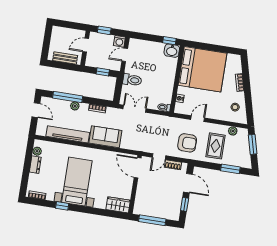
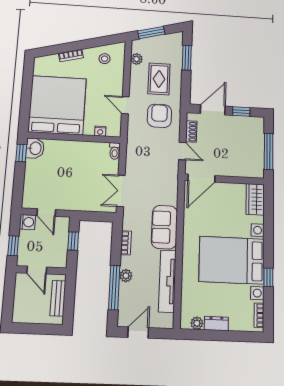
toilet: (132, 80) -> (81, 198), removed
rug: (215, 146) -> (159, 79), turned 90
bed with nightstands: (77, 182) -> (232, 260), width x1.36

